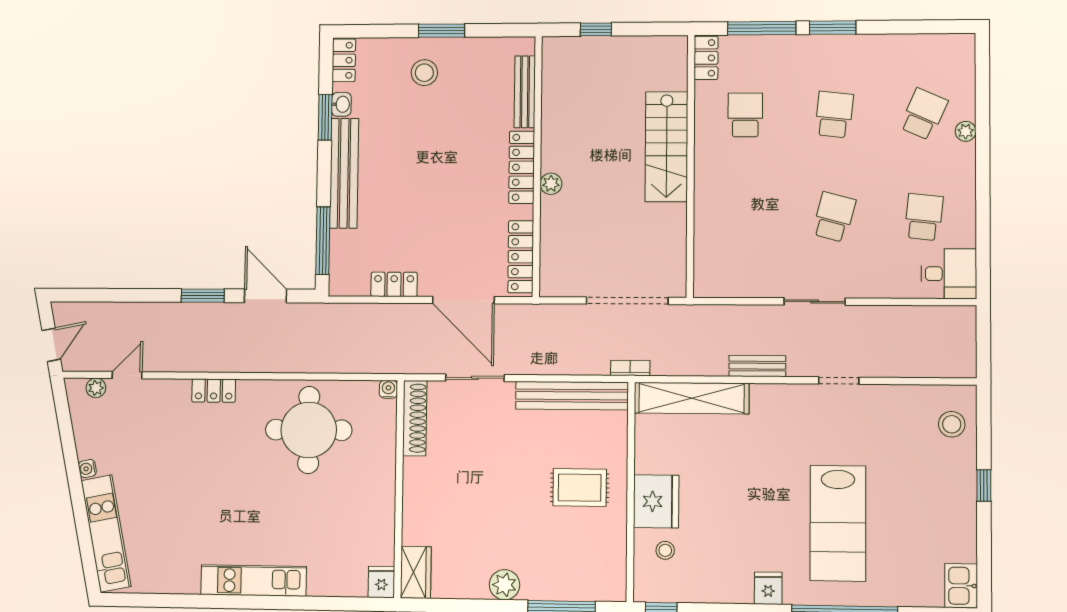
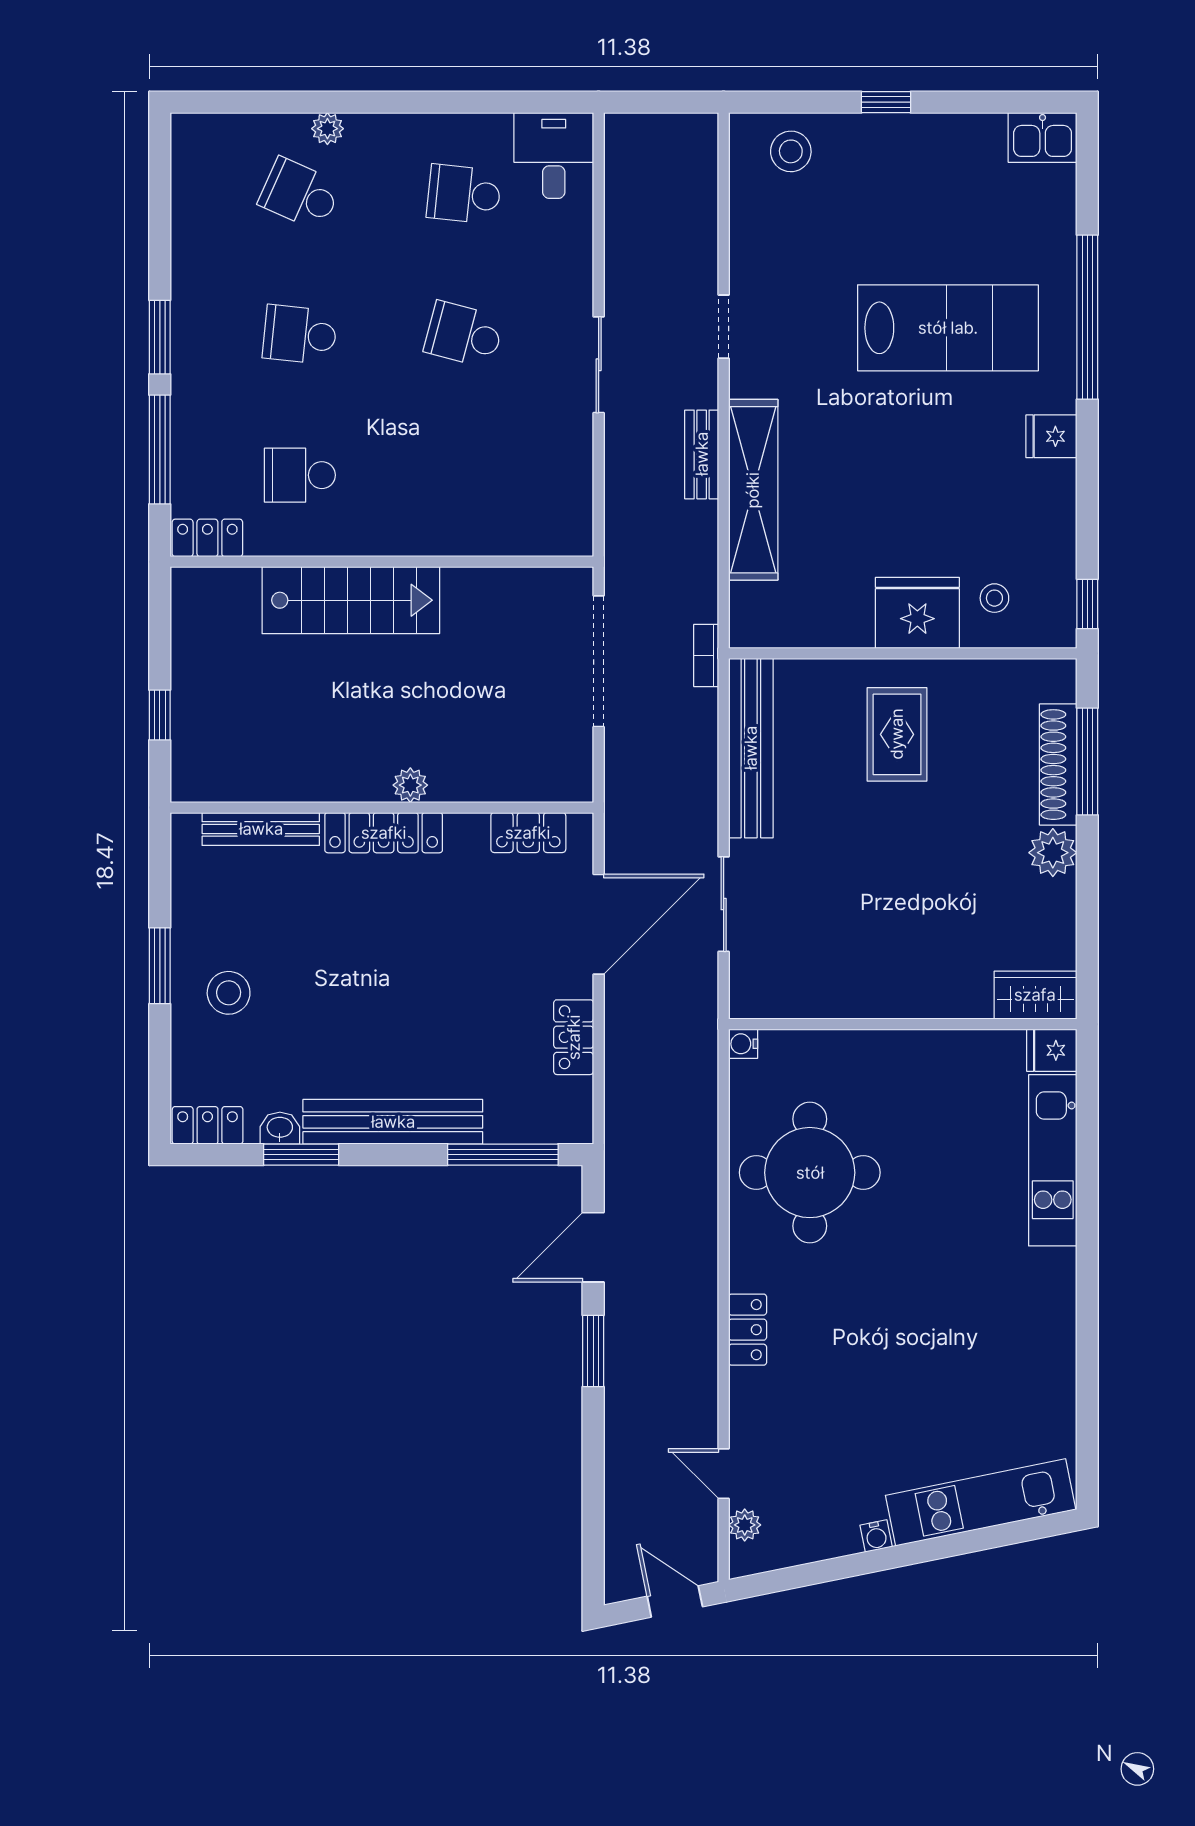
locker: (521, 257) -> (528, 833), width x0.66
shelving: (692, 398) -> (753, 490), moved
shoe rack: (415, 418) -> (1058, 765), moved, turned -90
kitchen unit: (254, 581) -> (1053, 1160), moved

